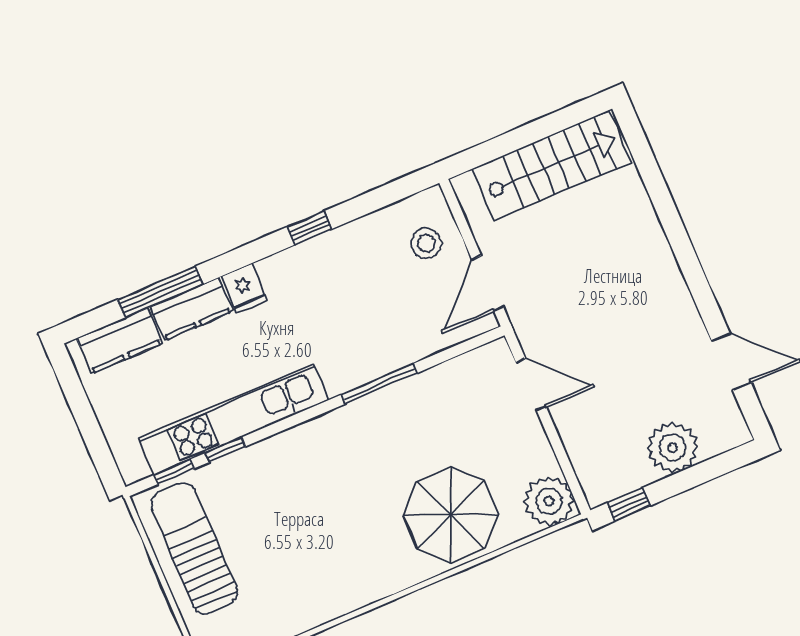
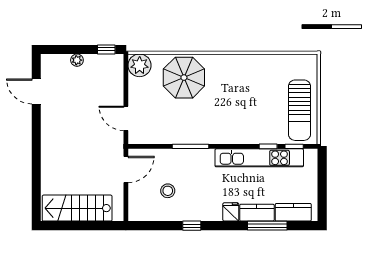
stool: (426, 243) -> (168, 191), moved
plant: (673, 448) -> (77, 60), width x0.53, depth x0.53

